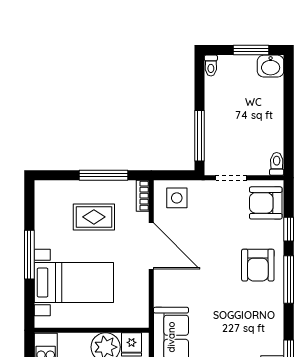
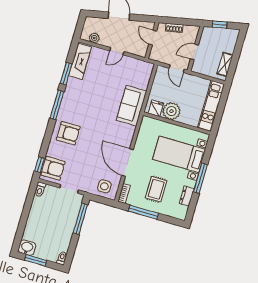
rug: (94, 217) -> (156, 189), turned 90
dresser: (43, 220) -> (187, 196), added
window: (289, 229) -> (40, 165), moved
armchair: (258, 265) -> (68, 133), turned 90
window: (289, 279) -> (57, 105), moved

